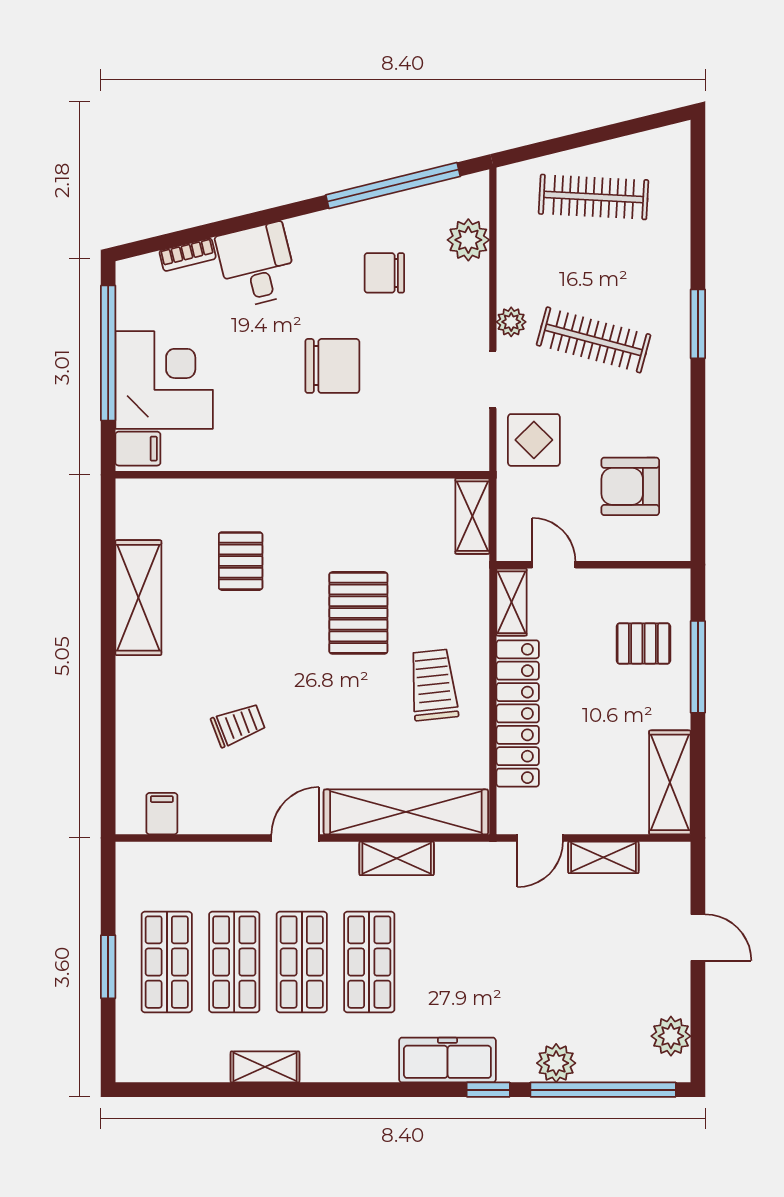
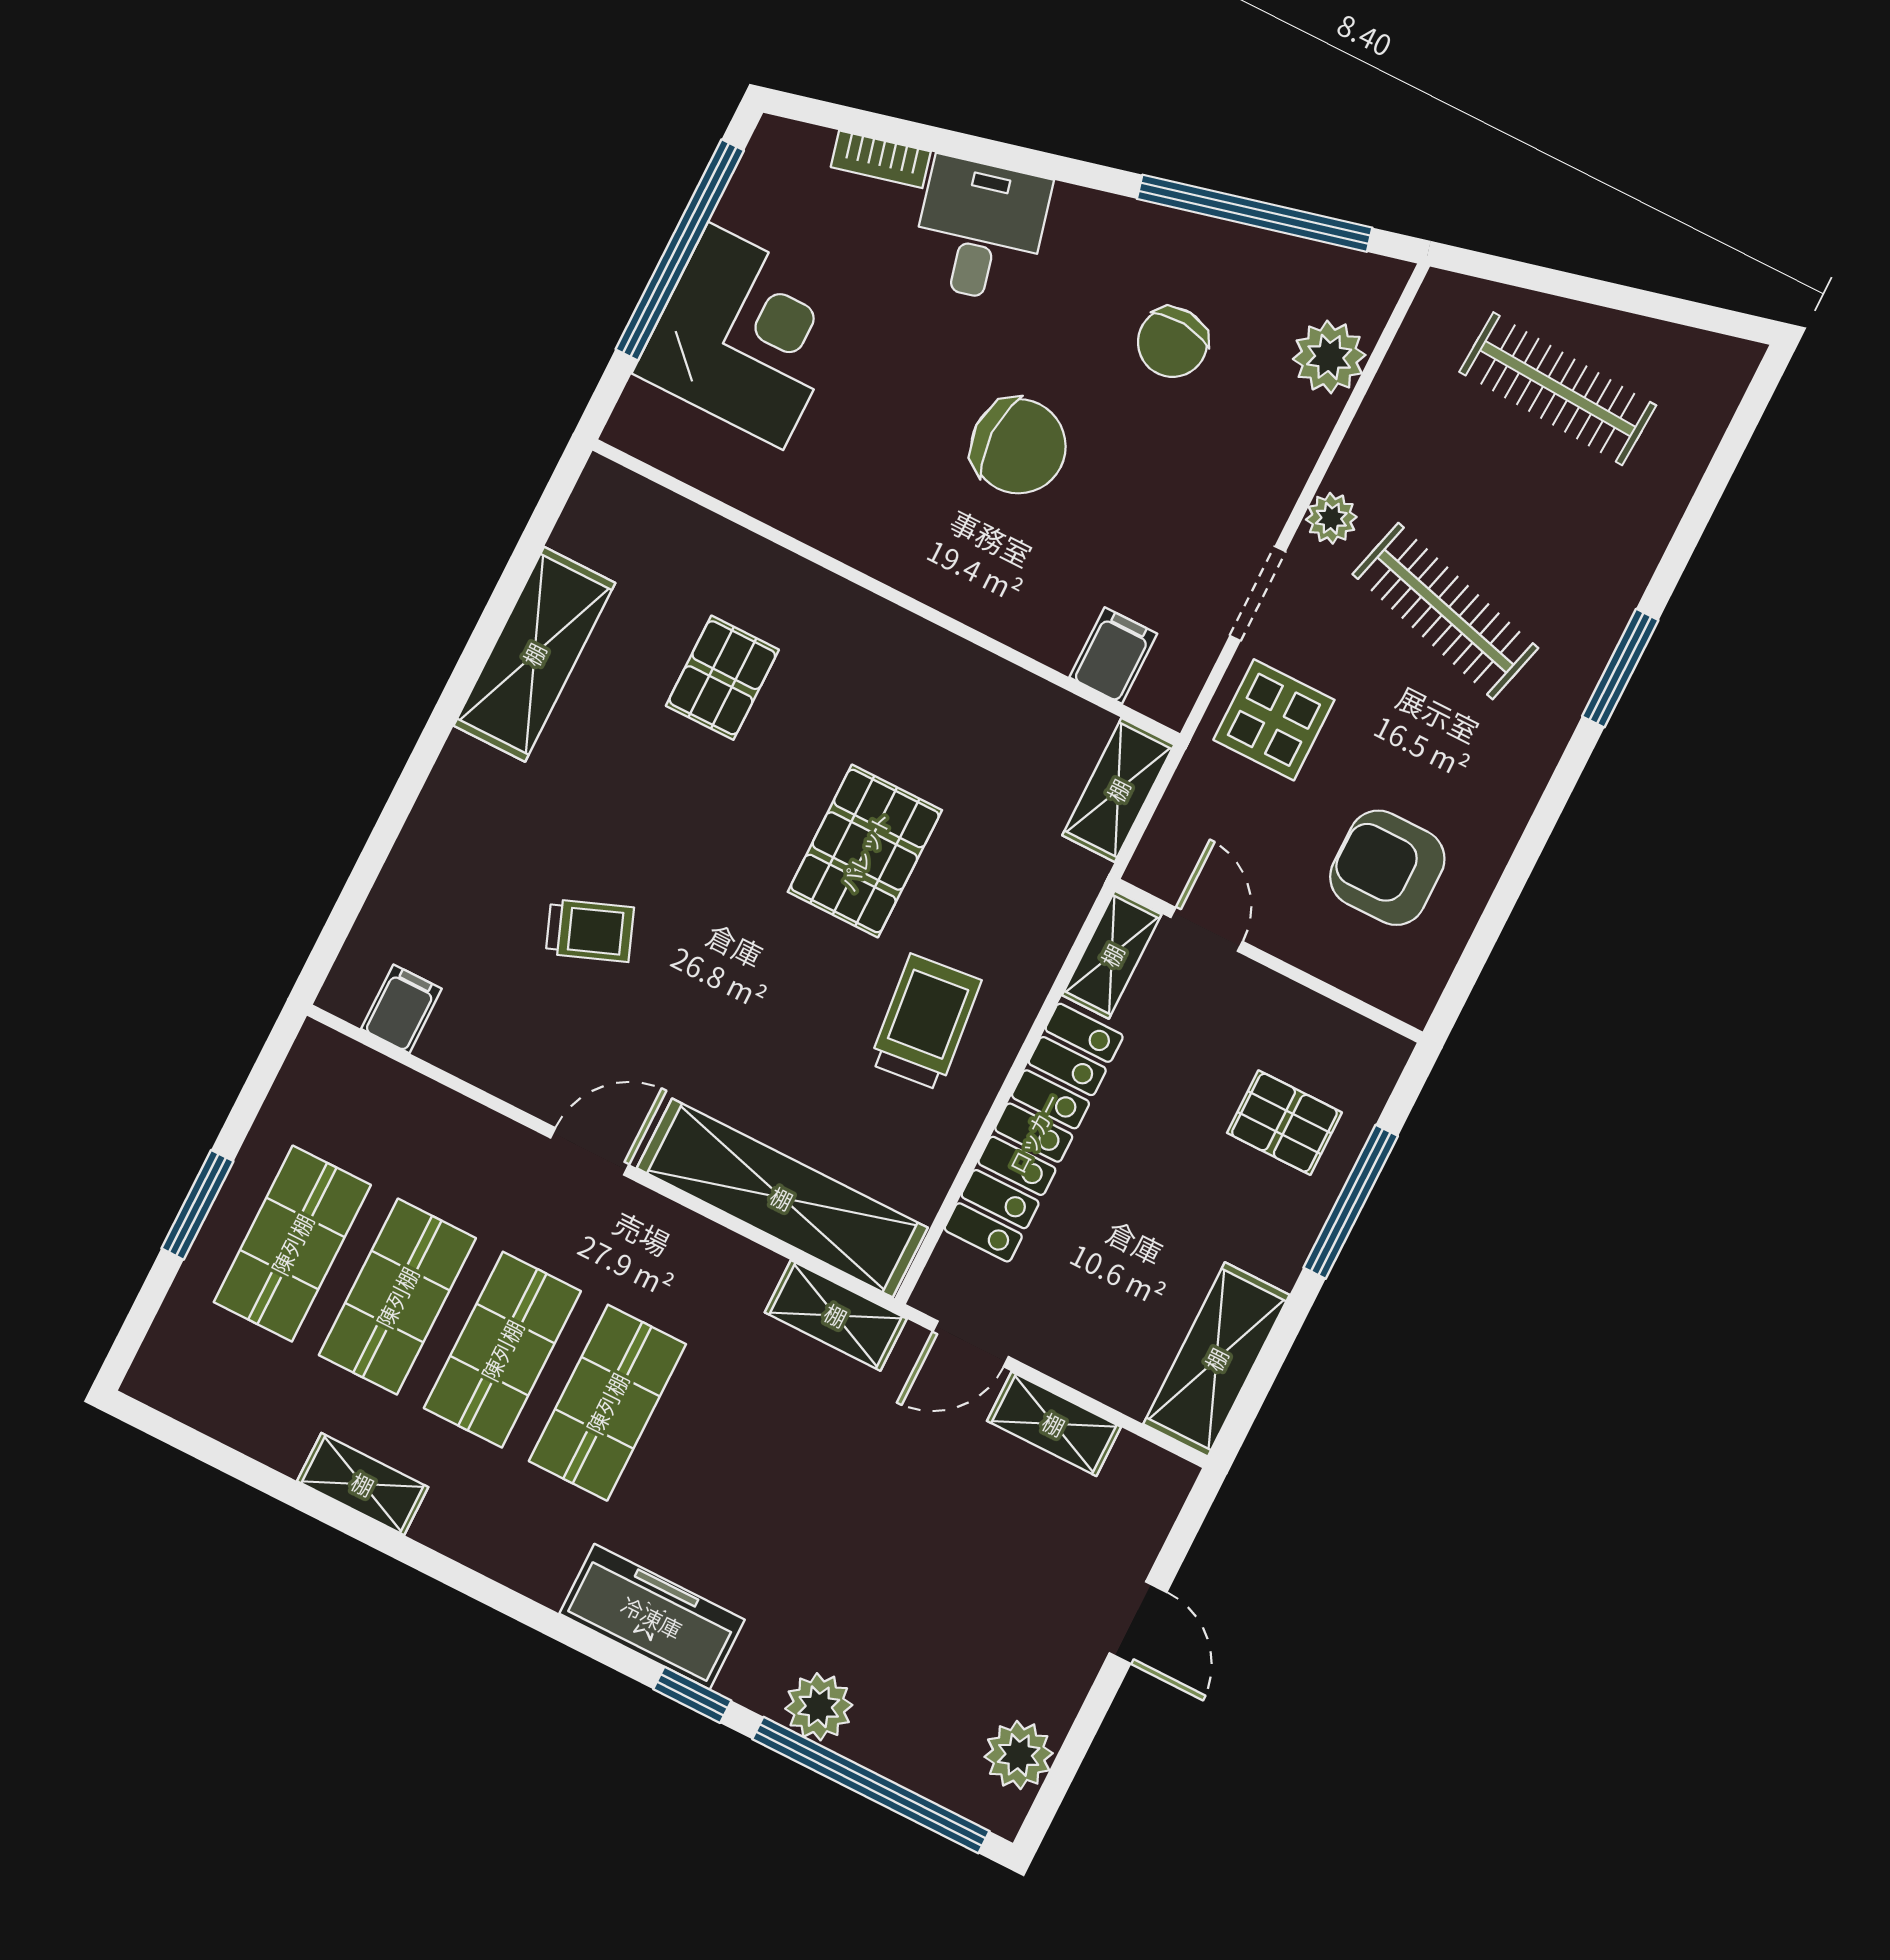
chair: (384, 273) -> (1173, 342), turned -85
filing cabinet: (138, 449) -> (1113, 656), moved, turned -90
shelving: (397, 858) -> (836, 1315), moved

